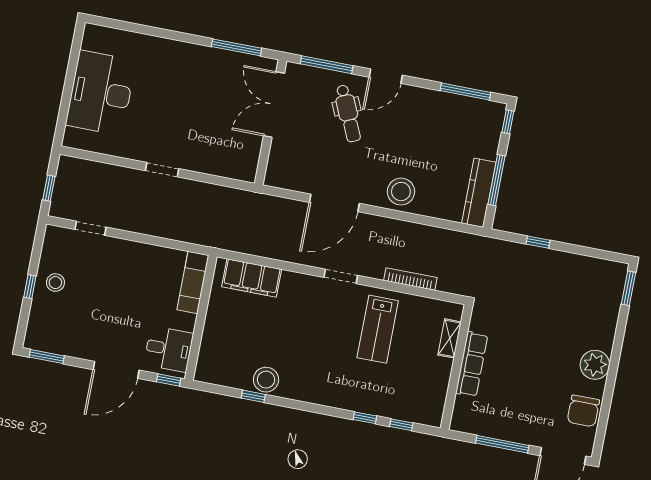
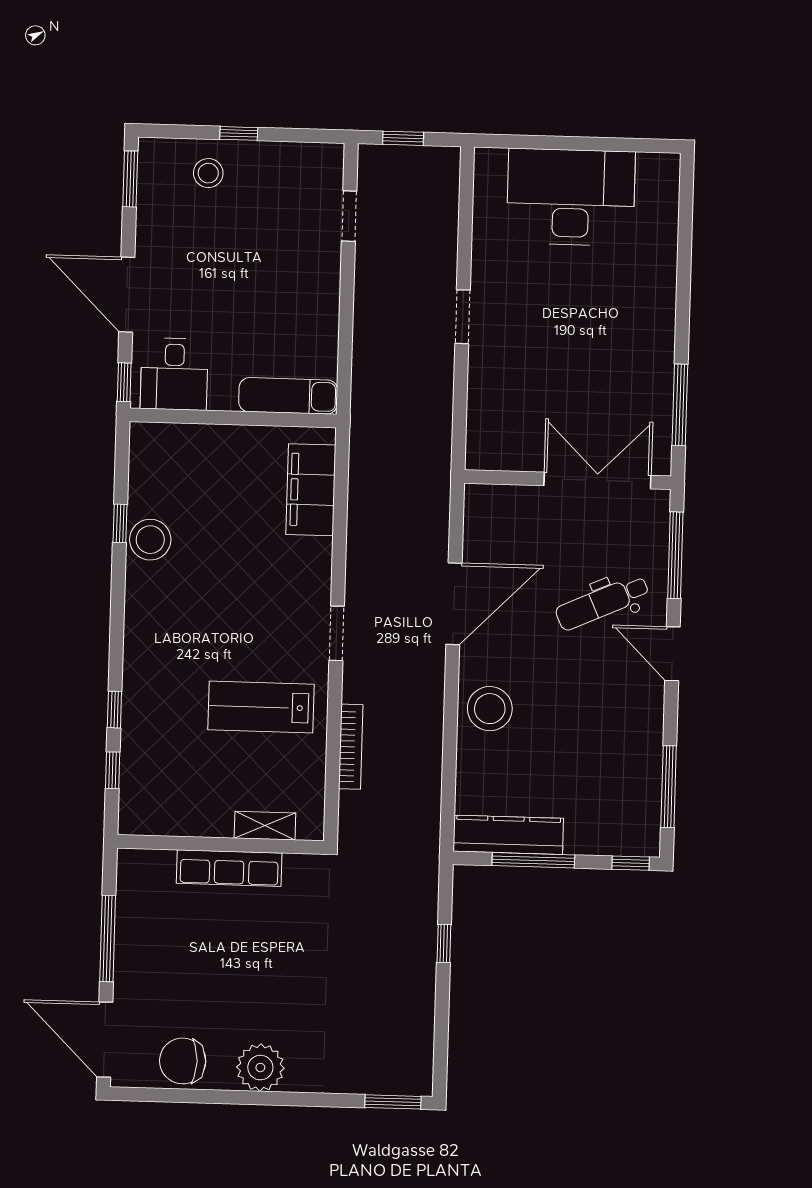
door: (334, 203) -> (454, 604), swing flipped
stool: (55, 283) -> (208, 173), moved

